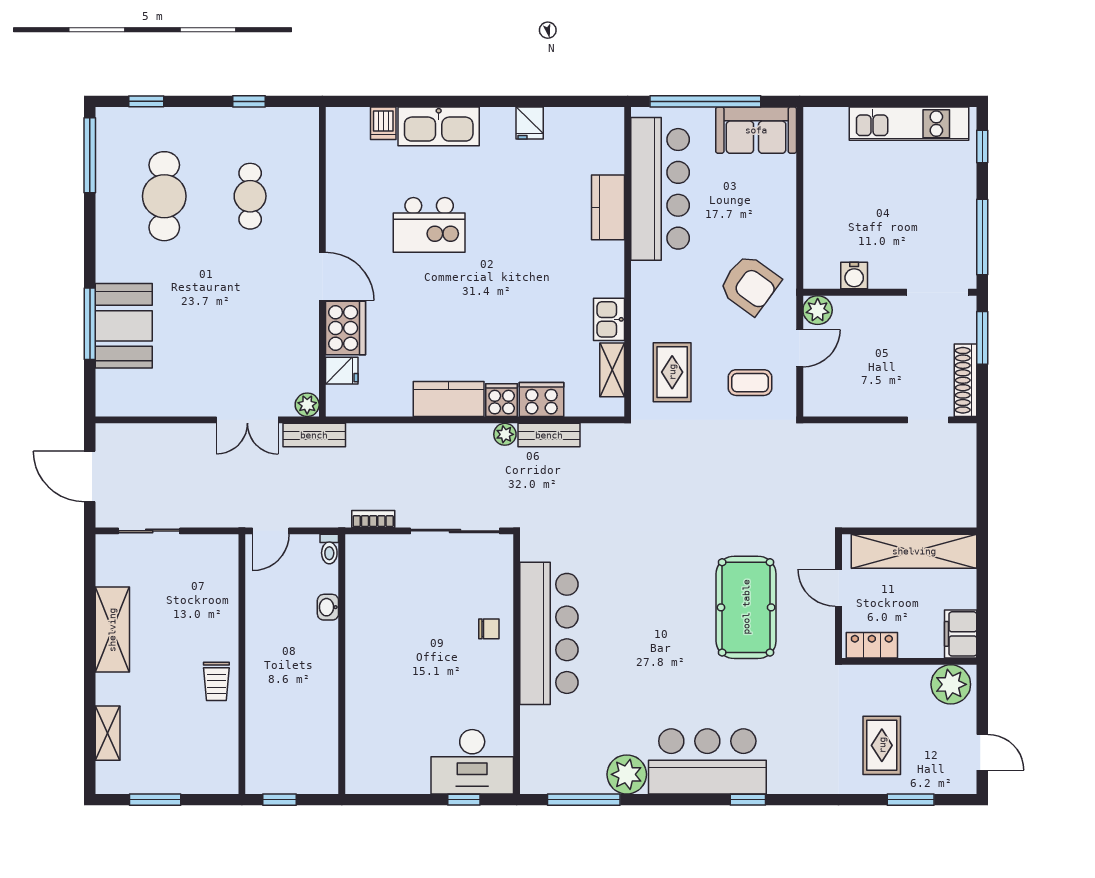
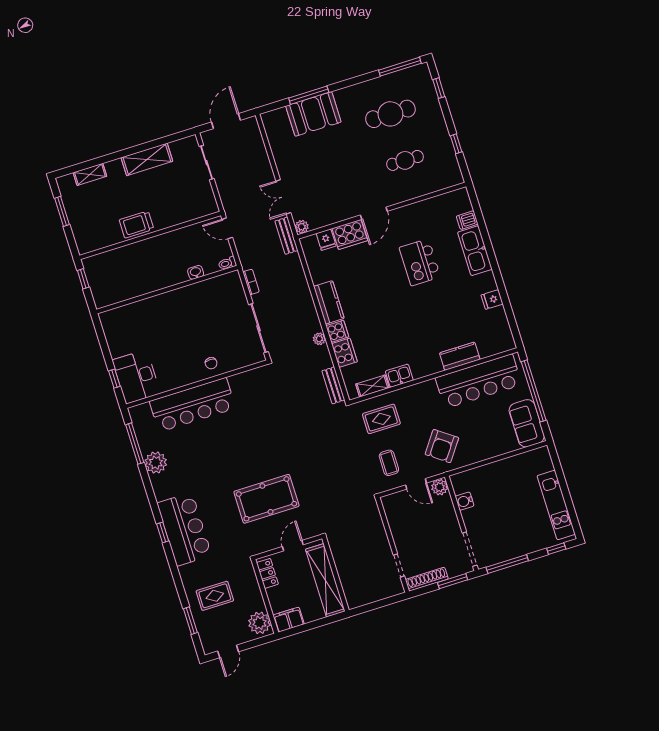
bench: (549, 435) -> (333, 385), moved
bar counter: (549, 633) -> (193, 405), moved
trolley: (216, 681) -> (136, 225), width x1.36, depth x1.39
bar counter: (707, 761) -> (184, 529), moved

